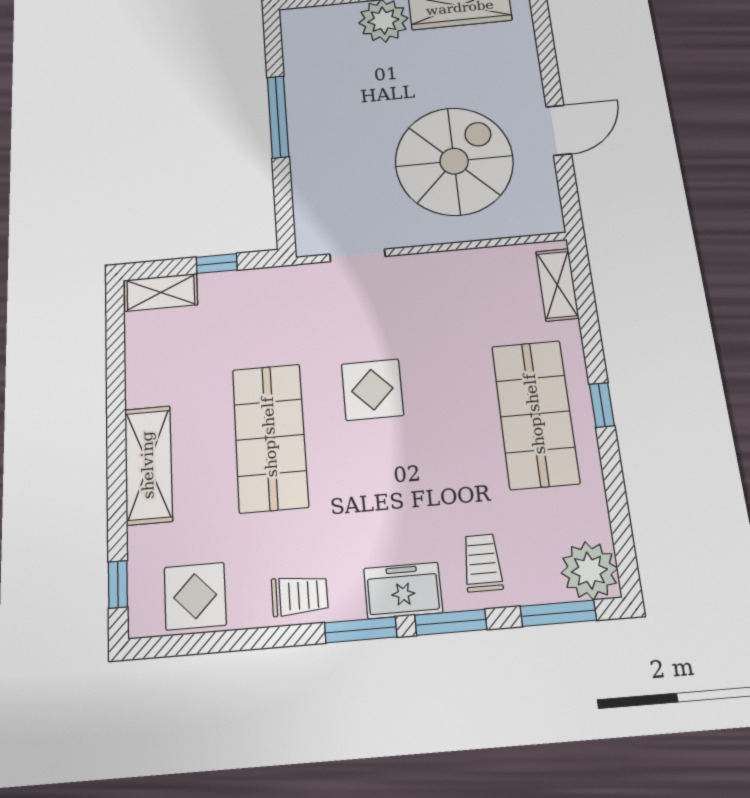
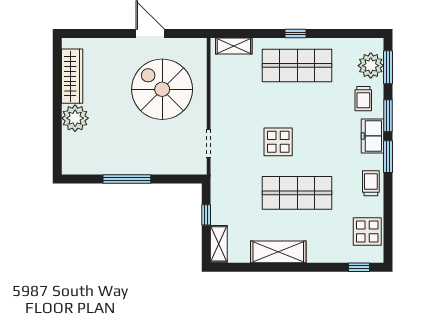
shelving: (148, 465) -> (278, 252), moved
trolley: (482, 563) -> (363, 99), turned -90
plant: (589, 571) -> (371, 66), moved

